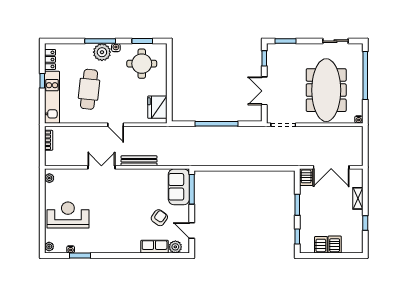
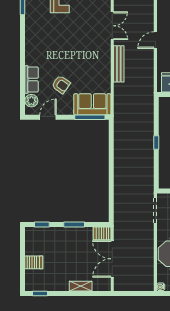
window: (217, 124) -> (156, 142), width x0.32
window: (365, 223) -> (40, 294), moved
server rack: (321, 245) -> (33, 248), removed

